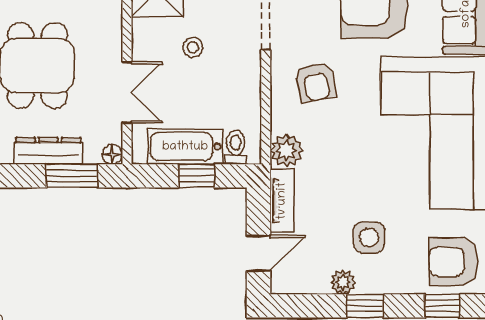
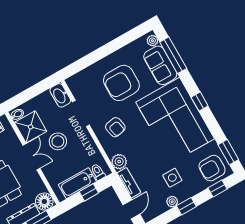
stool: (193, 47) -> (58, 141), width x1.89, depth x1.89
double door: (127, 92) -> (31, 157), moved
floor lamp: (112, 154) -> (44, 202), width x1.89, depth x1.89

